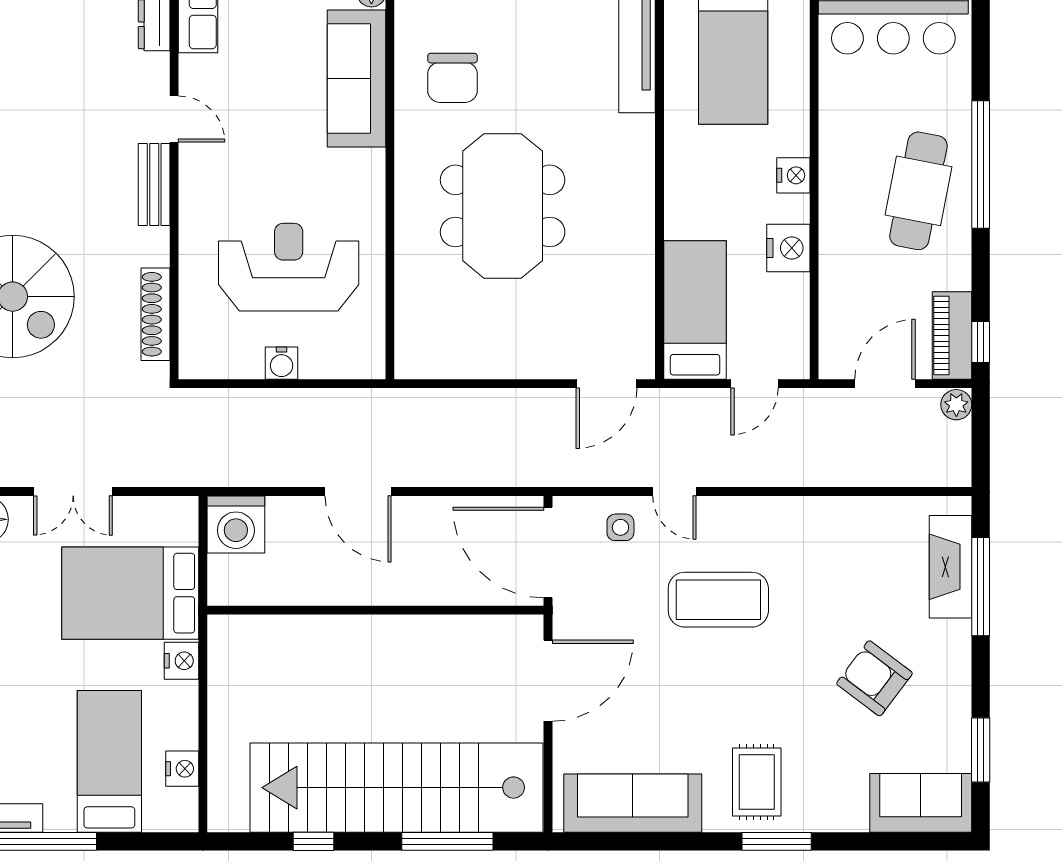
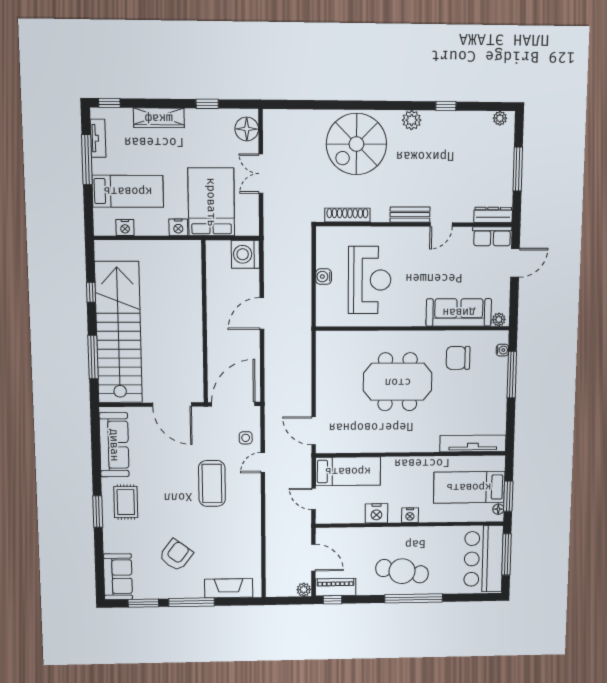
window: (981, 587) -> (192, 602), moved
rug: (757, 782) -> (126, 502), turned 90

